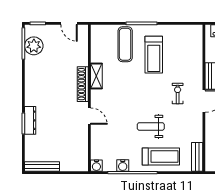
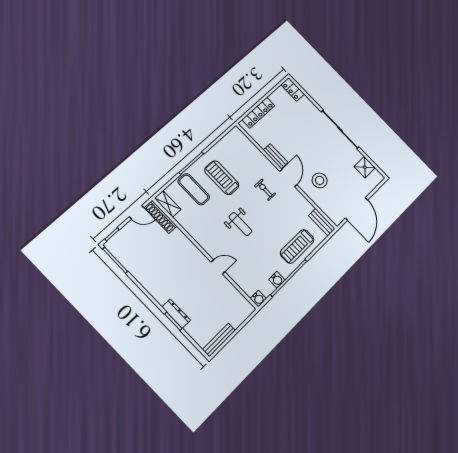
plant: (34, 46) -> (125, 254), removed
treadmill: (154, 55) -> (222, 178), turned 180
shelving: (96, 76) -> (168, 204), moved
shoe rack: (83, 84) -> (161, 217), moved
weight bench: (151, 126) -> (240, 224), moved, turned -90
treadmill: (161, 157) -> (297, 246), turned 180

